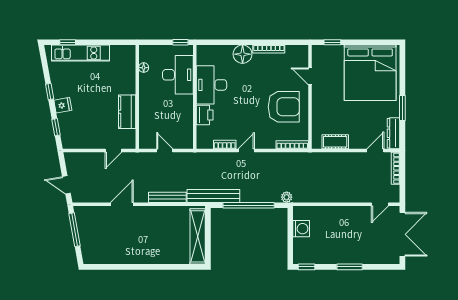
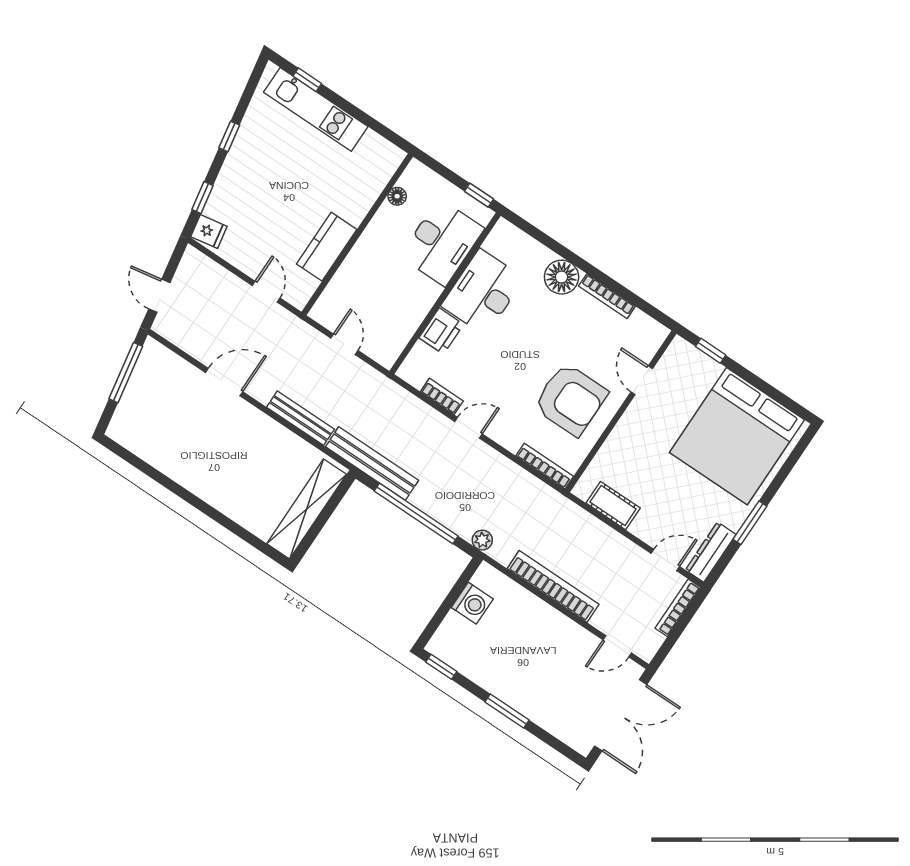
fridge: (63, 105) -> (209, 231), moved
door: (113, 151) -> (266, 292), swing flipped
bookcase: (333, 197) -> (553, 586), added

